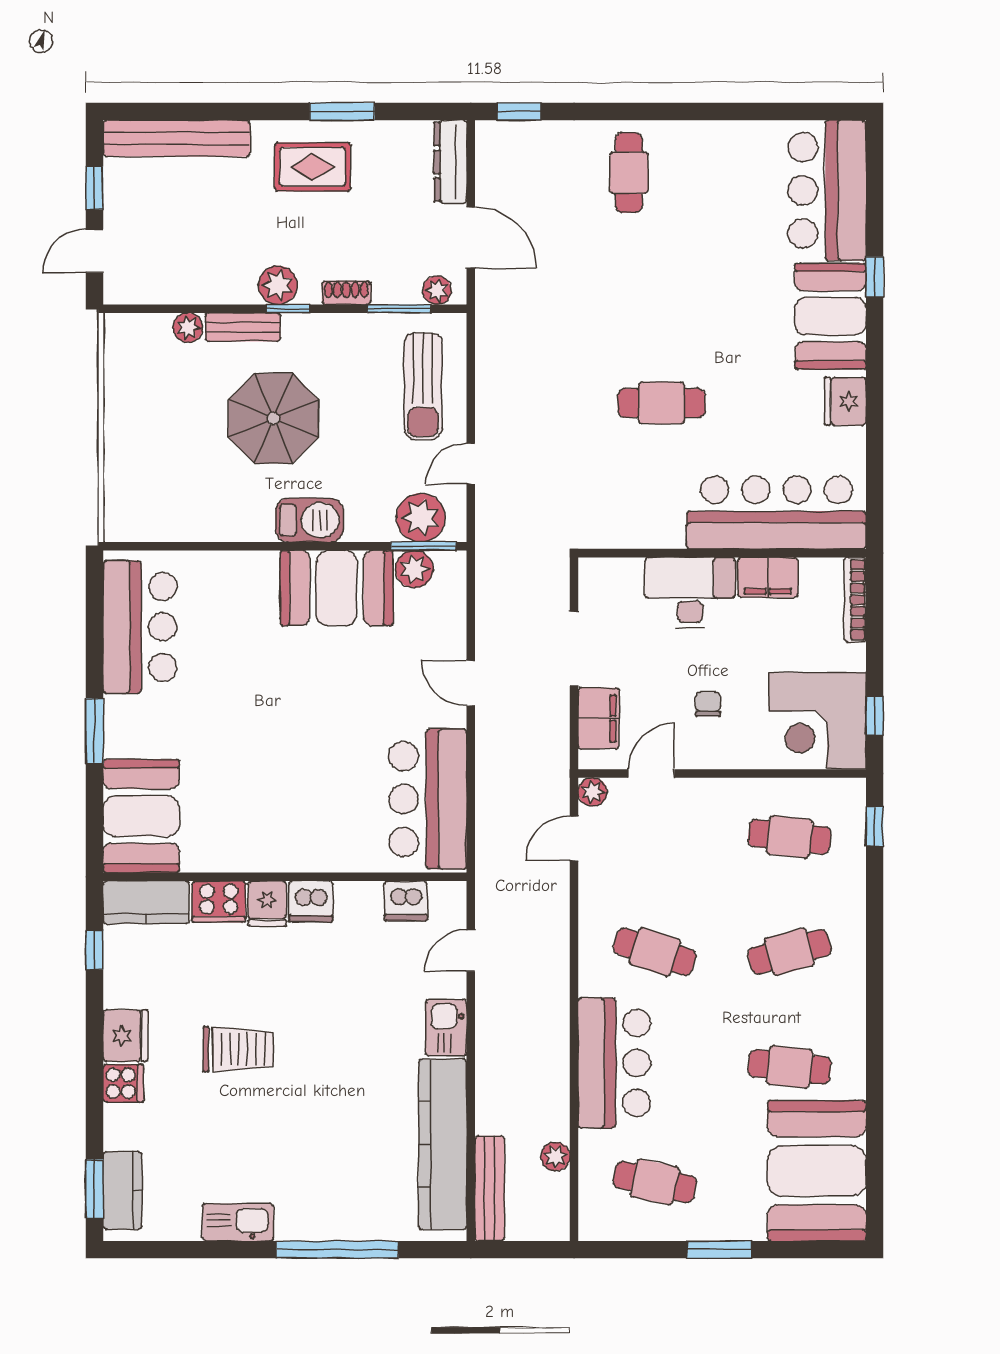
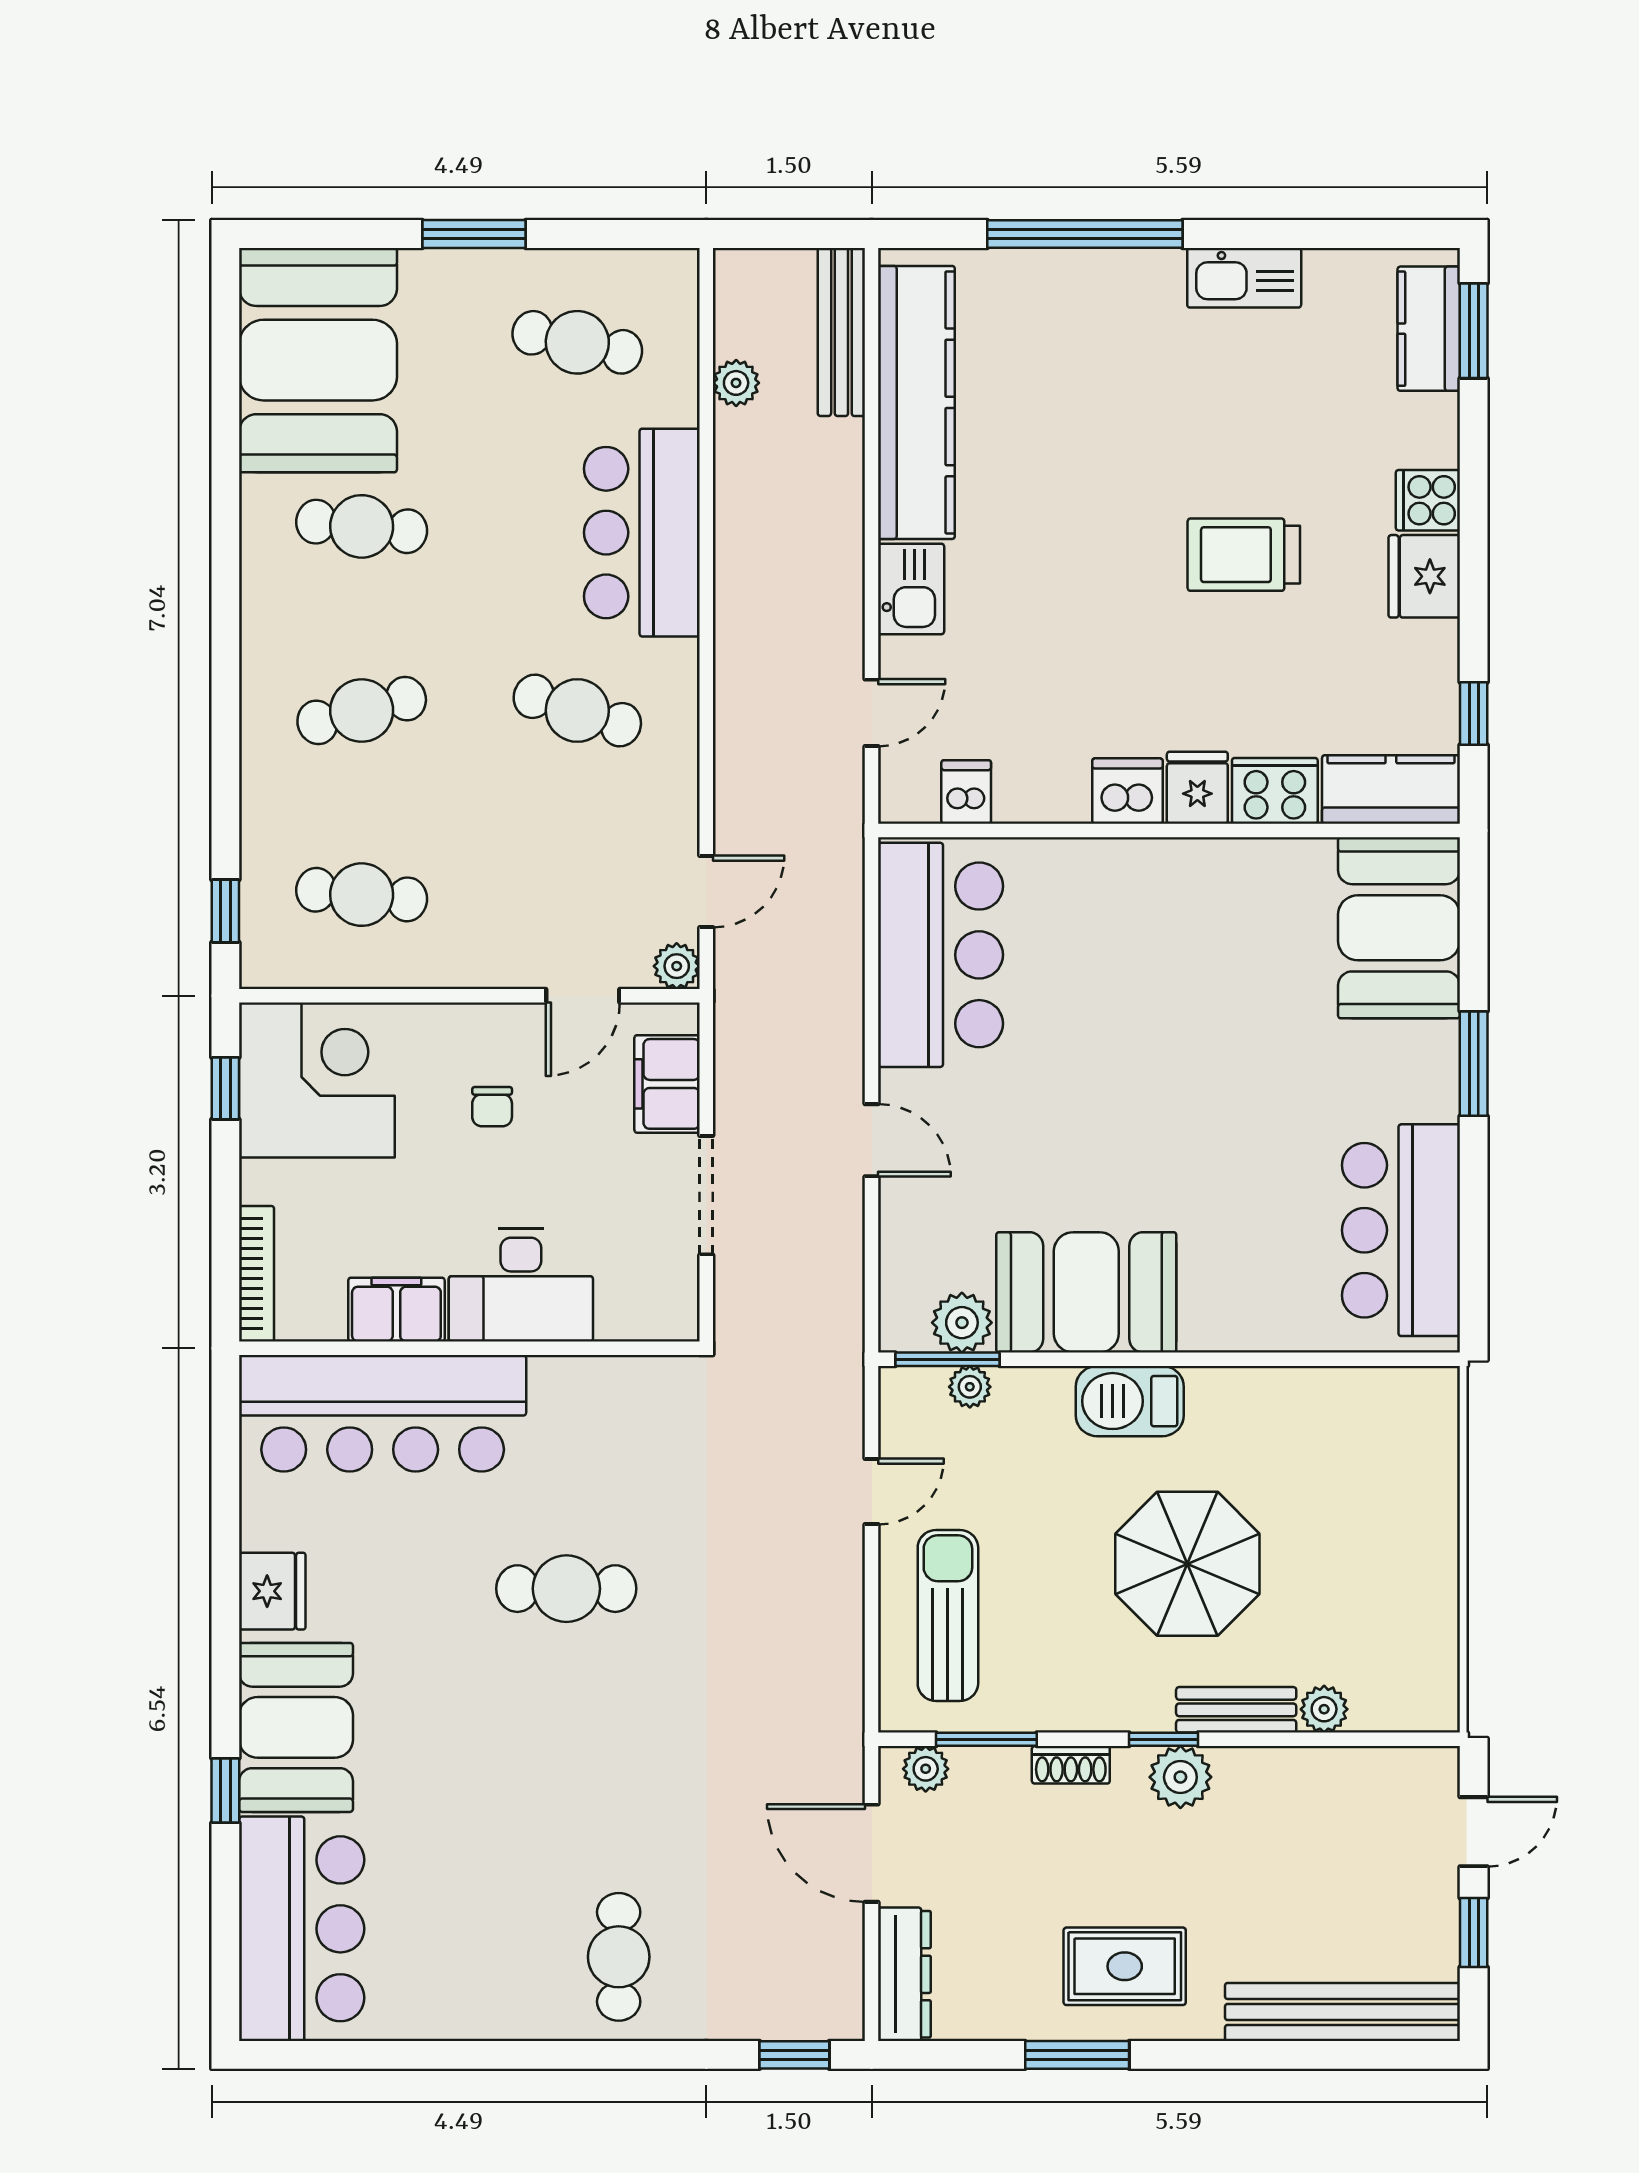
plant: (421, 518) -> (970, 1387), width x0.53, depth x0.53
dishwasher: (406, 901) -> (966, 792), width x0.73

